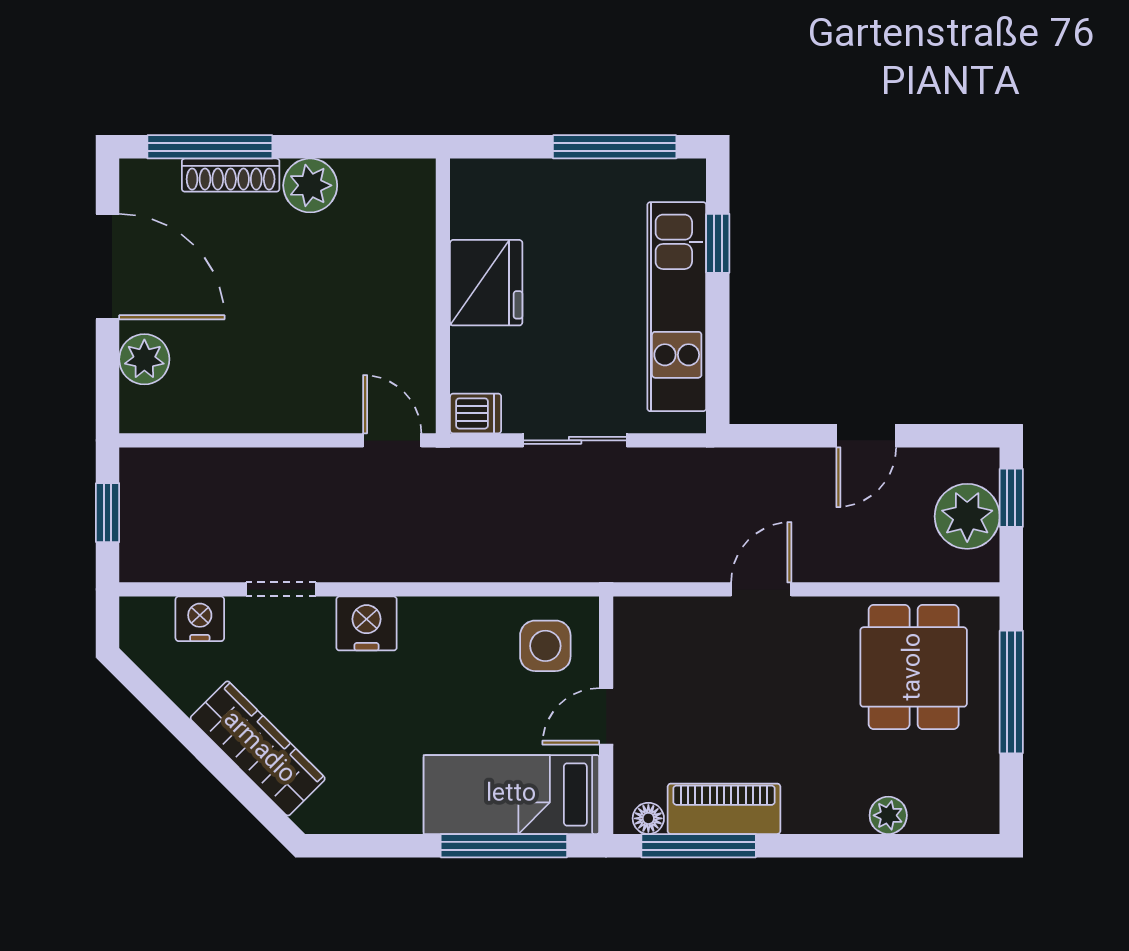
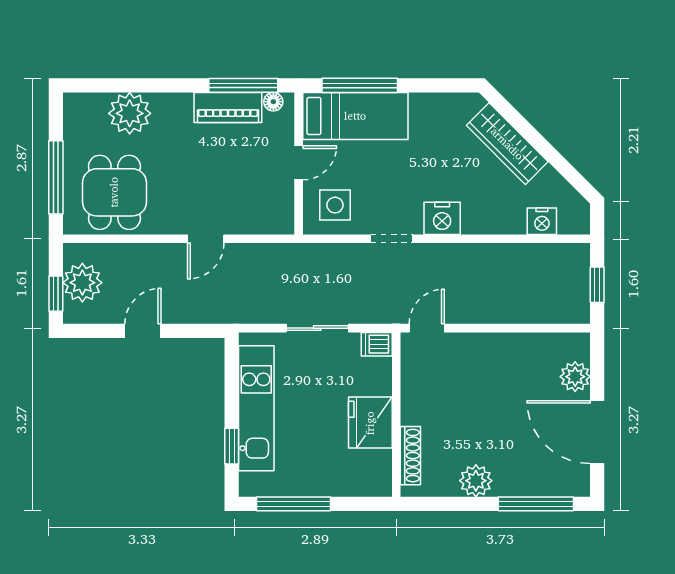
shoe rack: (231, 175) -> (410, 456), moved, turned 90
door: (392, 440) -> (427, 328), swing flipped
doorway: (281, 589) -> (392, 239), moved
plant: (888, 815) -> (130, 113), width x1.88, depth x1.88

